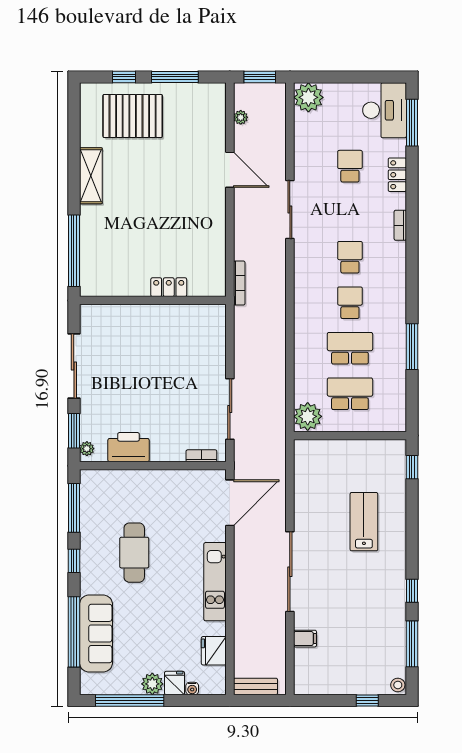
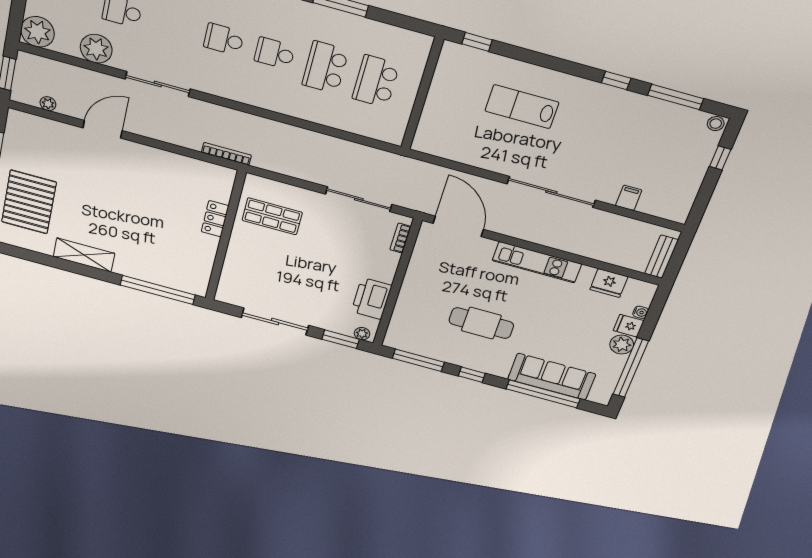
shop shelf: (188, 337) -> (272, 216), added
plant: (308, 416) -> (96, 49), moved

